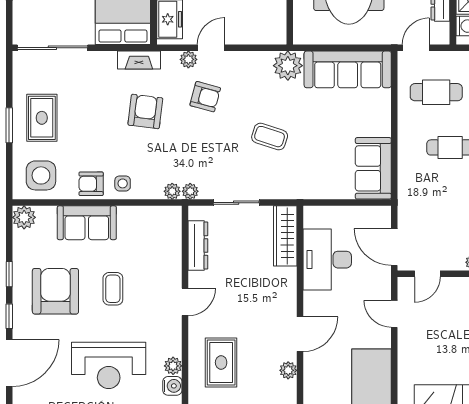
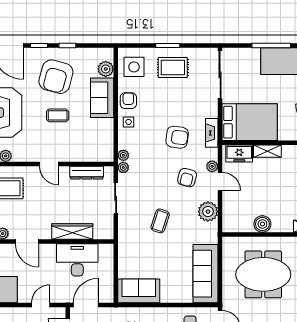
plant: (288, 66) -> (208, 212), moved
plant: (24, 217) -> (106, 69), moved
wardrobe: (285, 236) -> (72, 232), moved
armchair: (55, 291) -> (56, 77), turned 105

